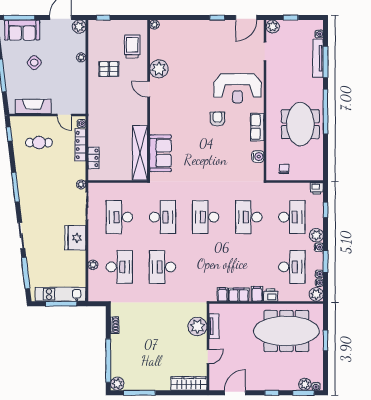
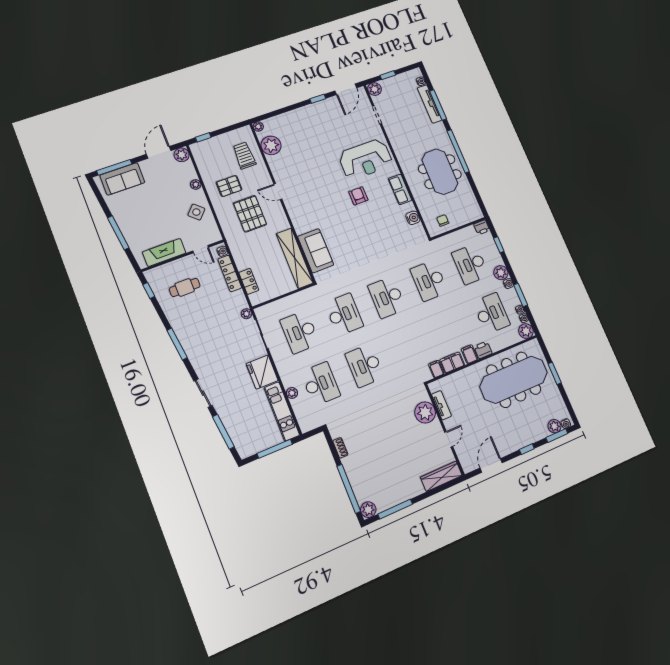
side table: (34, 63) -> (196, 212), moved
plant: (159, 69) -> (271, 145), moved
pallet: (117, 100) -> (250, 214), added
desk: (292, 217) -> (470, 264), turned 180
kitchen unit: (61, 294) -> (282, 411), moved, turned -90

